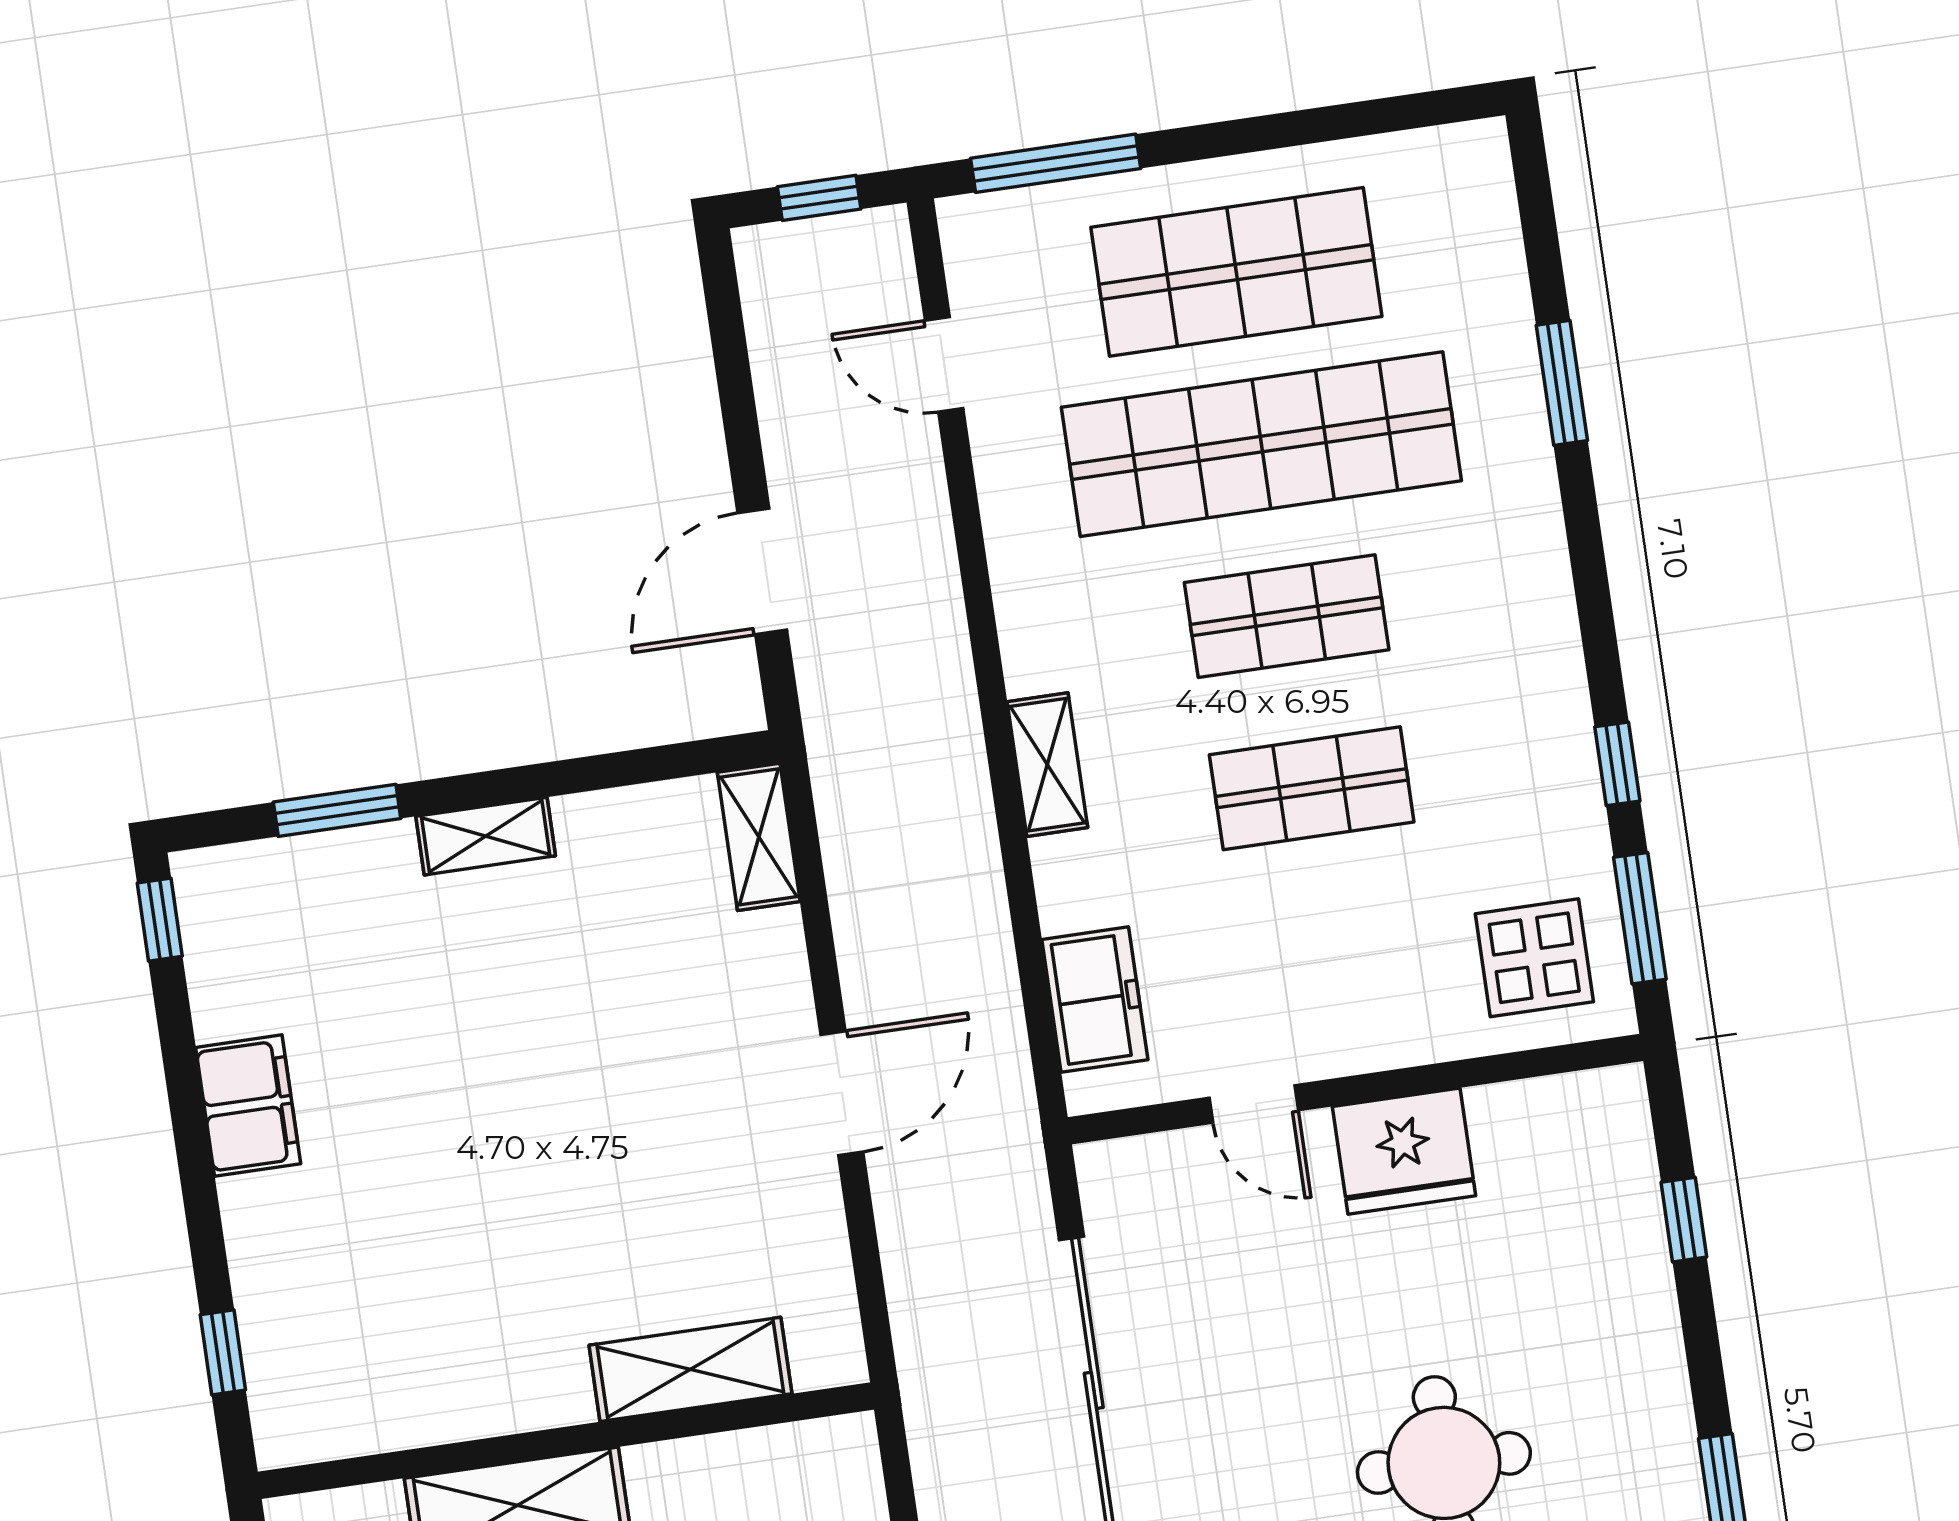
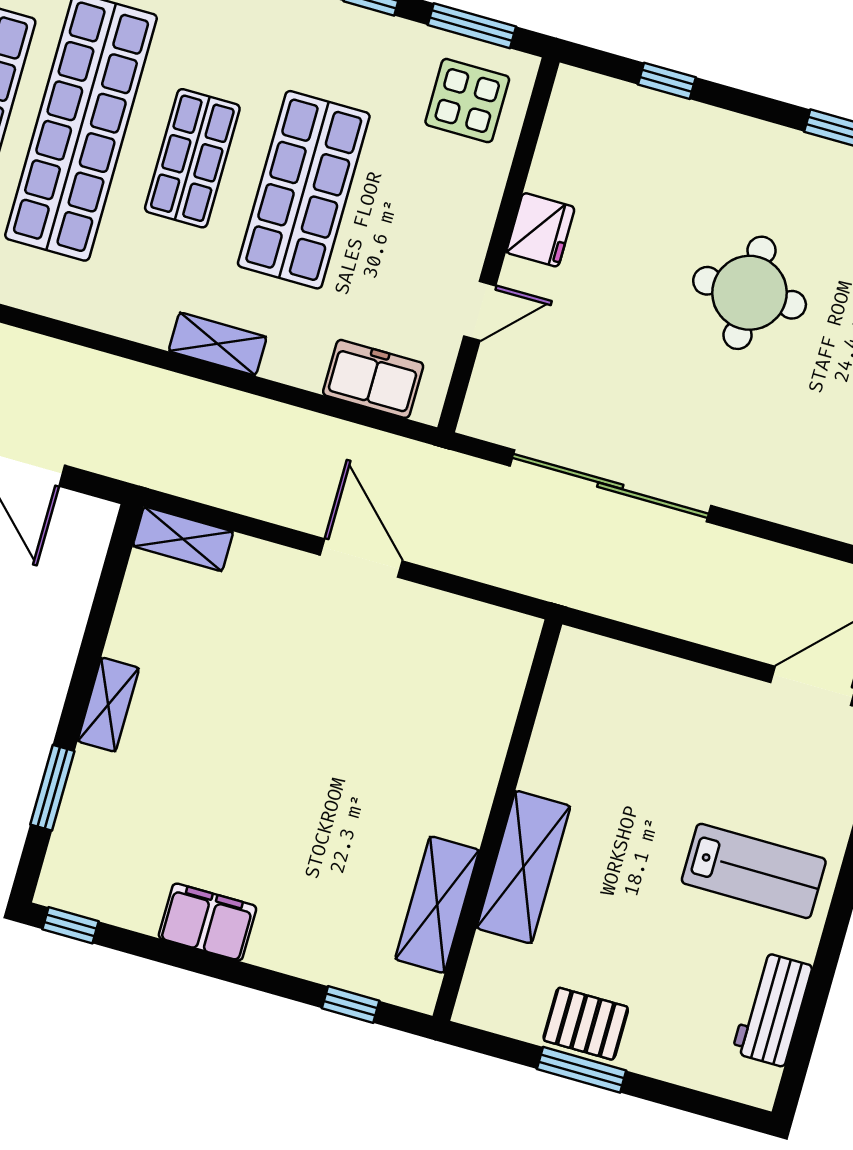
shop shelf: (1312, 788) -> (304, 190), width x1.43, depth x1.36
fridge: (1404, 1151) -> (540, 230), width x0.73, depth x0.75
shelving: (690, 1369) -> (437, 905), moved

